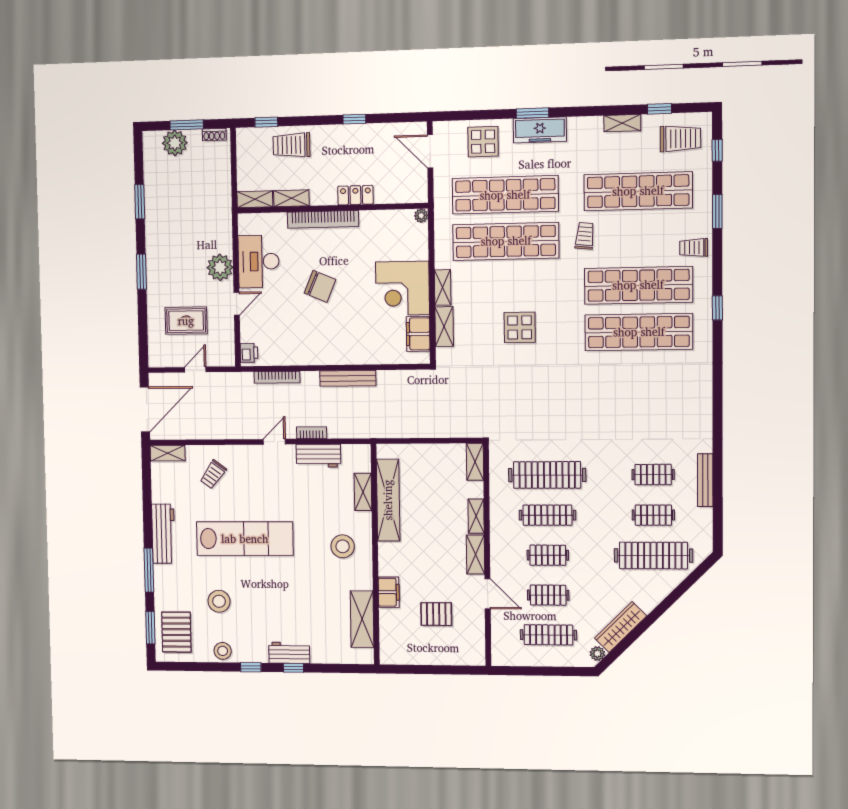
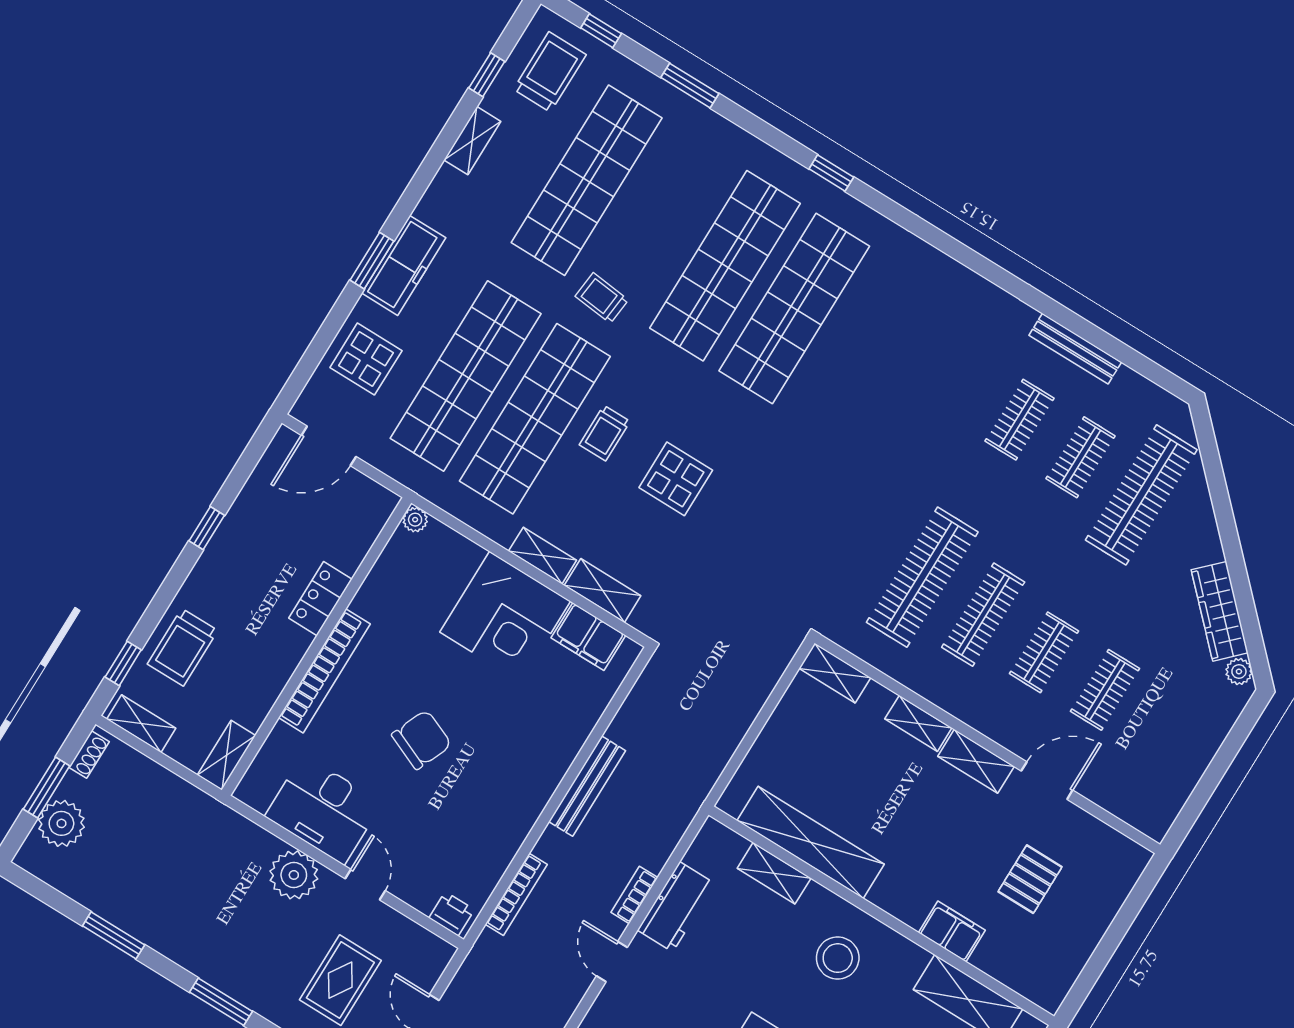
shelving: (291, 198) -> (141, 724), moved, turned 90
trolley: (694, 248) -> (605, 433), moved
clothes rail: (548, 635) -> (1166, 728), removed

